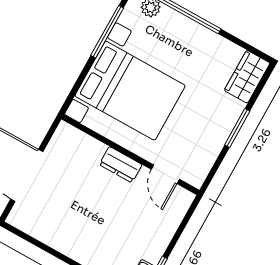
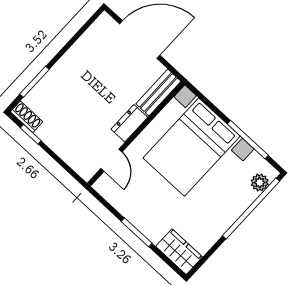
bench: (80, 141) -> (158, 93), added
door: (165, 174) -> (112, 160), swing flipped

